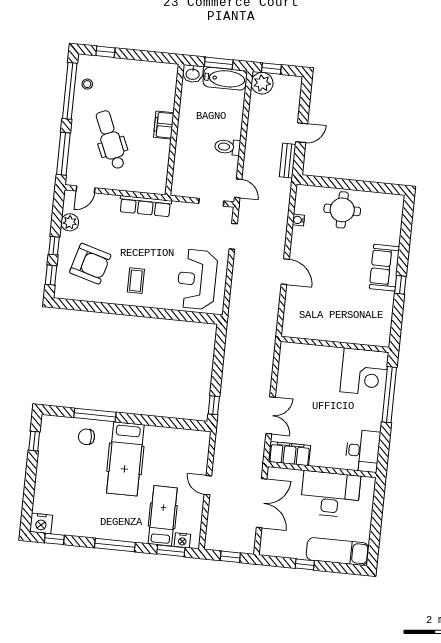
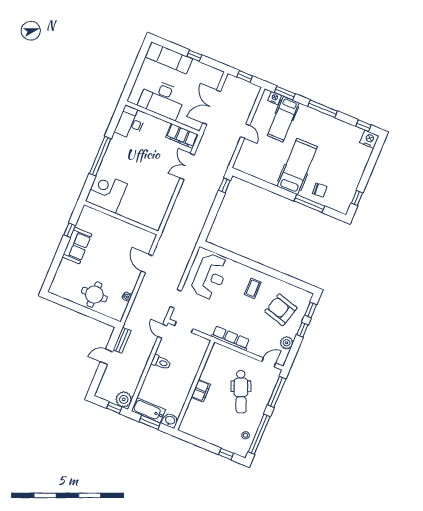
wall: (335, 344) -> (121, 218), moved
corner desk: (364, 372) -> (106, 193), moved

